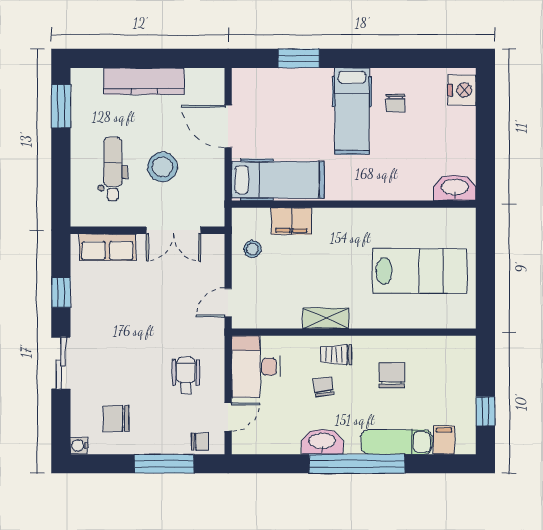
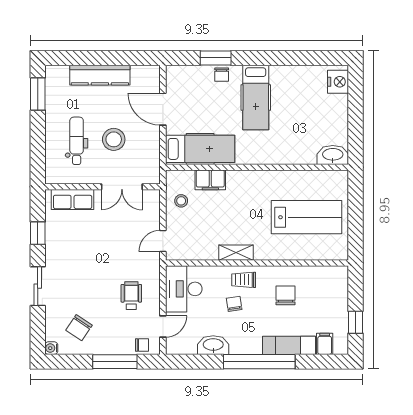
chair: (395, 103) -> (222, 75), moved
chair: (116, 418) -> (79, 328), turned -56
washbasin: (322, 442) -> (213, 345), moved

